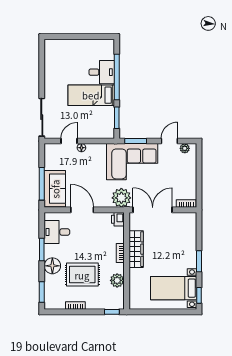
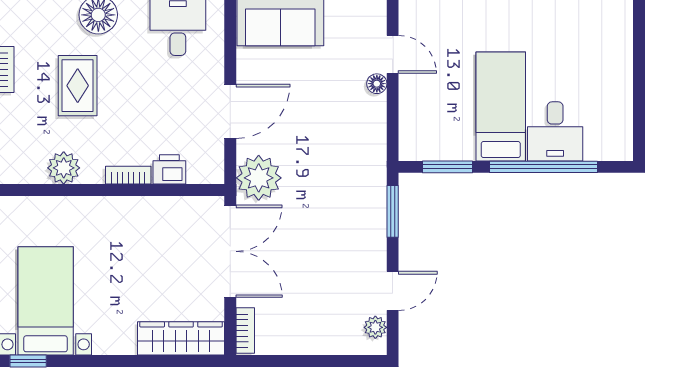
door: (169, 141) -> (393, 291), hinge flipped
corner sofa: (132, 162) -> (344, 203), removed
door: (82, 210) -> (230, 111), moved
printer: (118, 219) -> (169, 169), moved
wardrobe: (136, 249) -> (181, 338), moved, turned 180
window: (199, 261) -> (109, 361), removed
rug: (82, 275) -> (78, 86), width x0.73, depth x0.70

